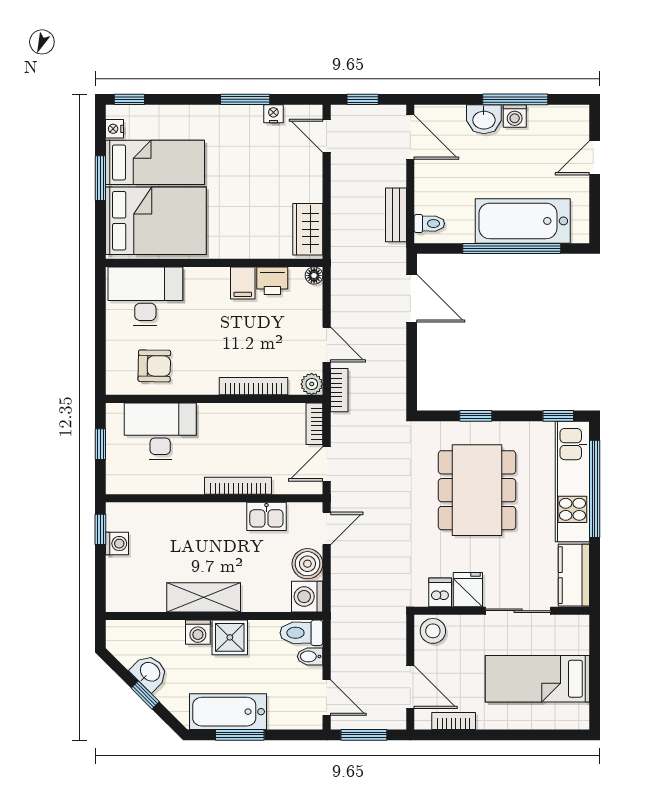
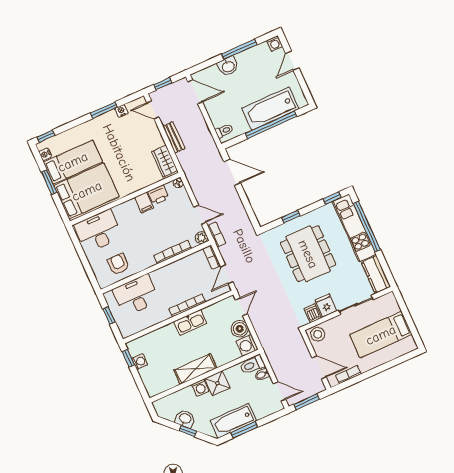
washing machine: (515, 116) -> (275, 43), moved
bench: (396, 215) -> (174, 137), moved
armchair: (154, 366) -> (118, 264), turned -91
kitchen sink: (266, 516) -> (190, 322), moved, width x1.38

